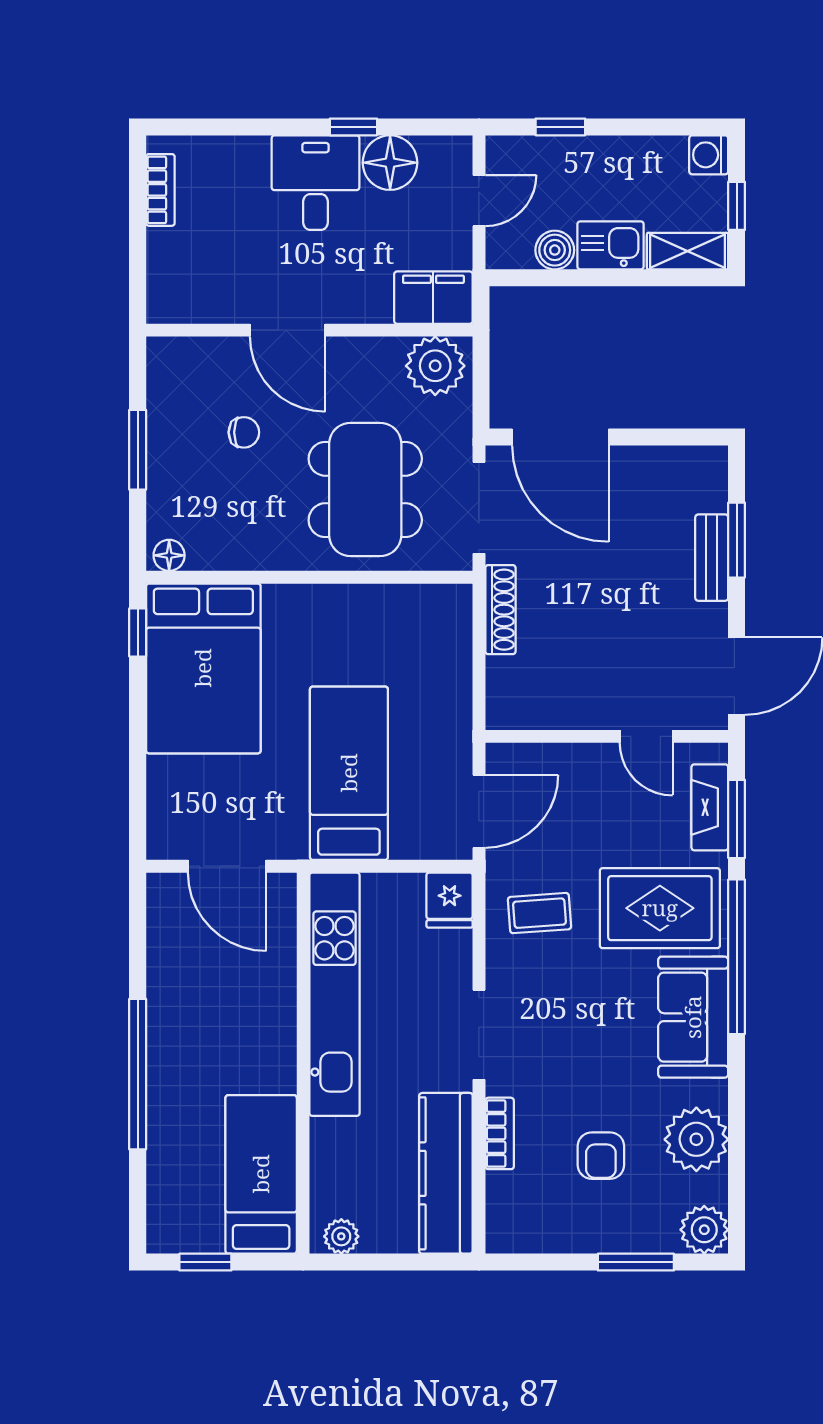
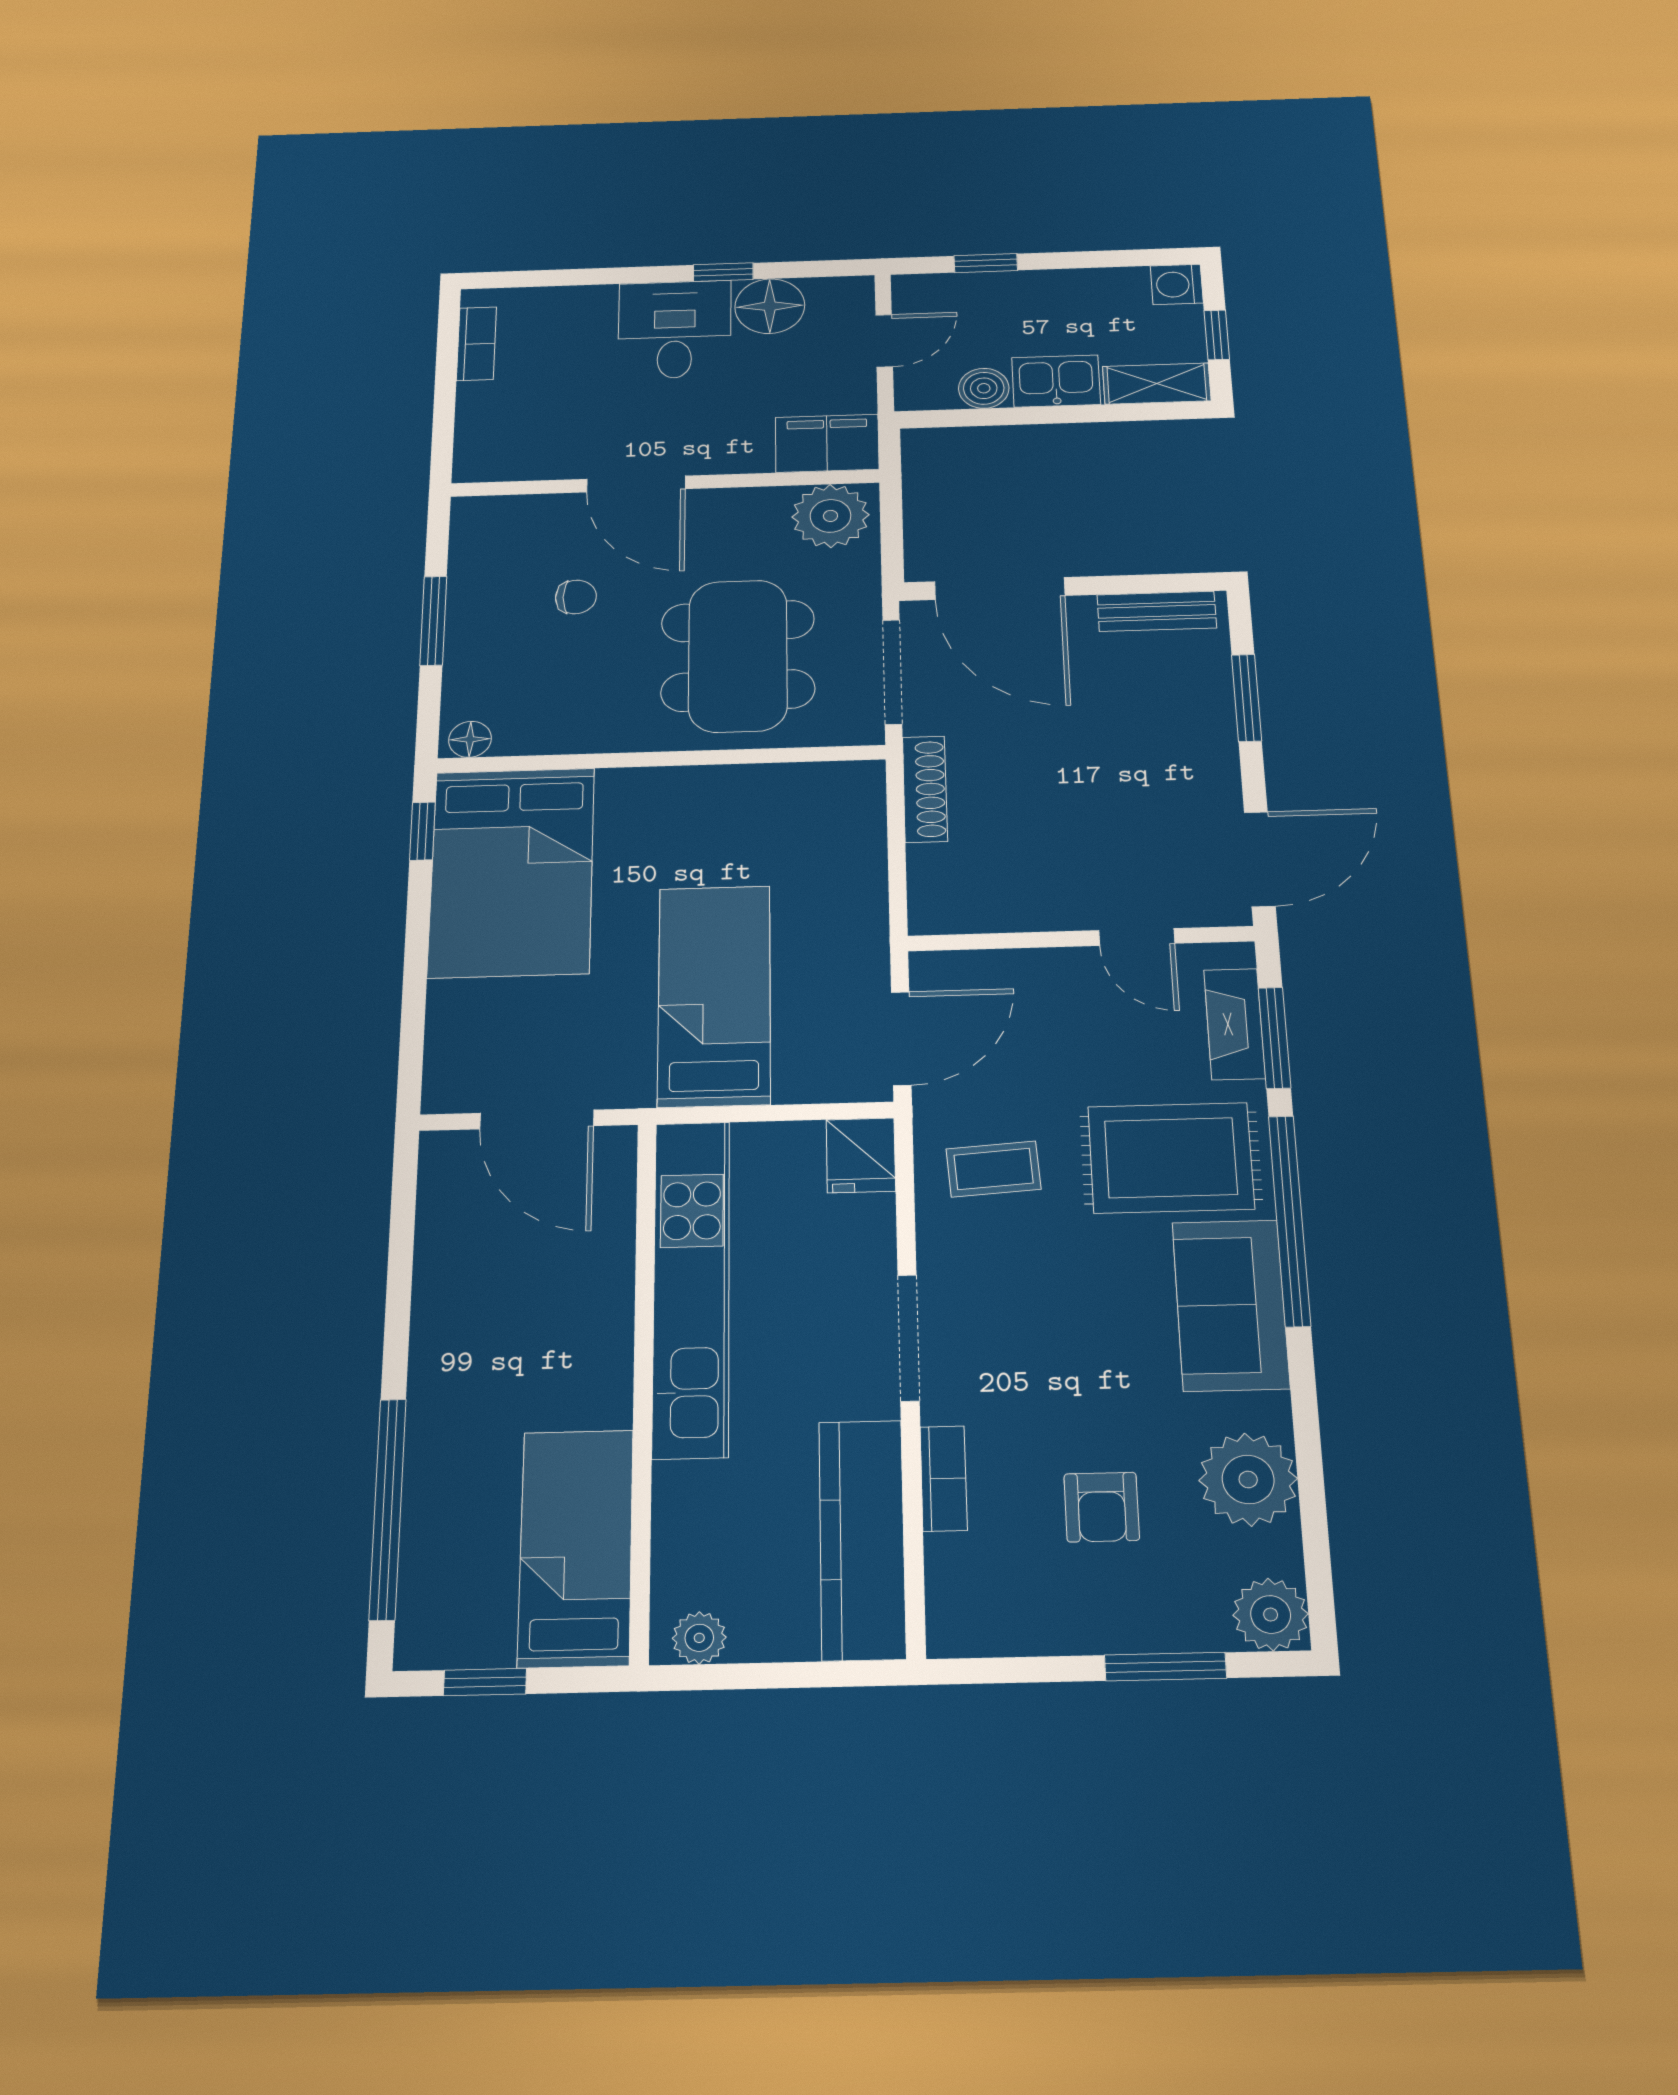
bench: (712, 558) -> (1157, 611), moved, turned 90
window: (138, 1074) -> (388, 1508), moved

